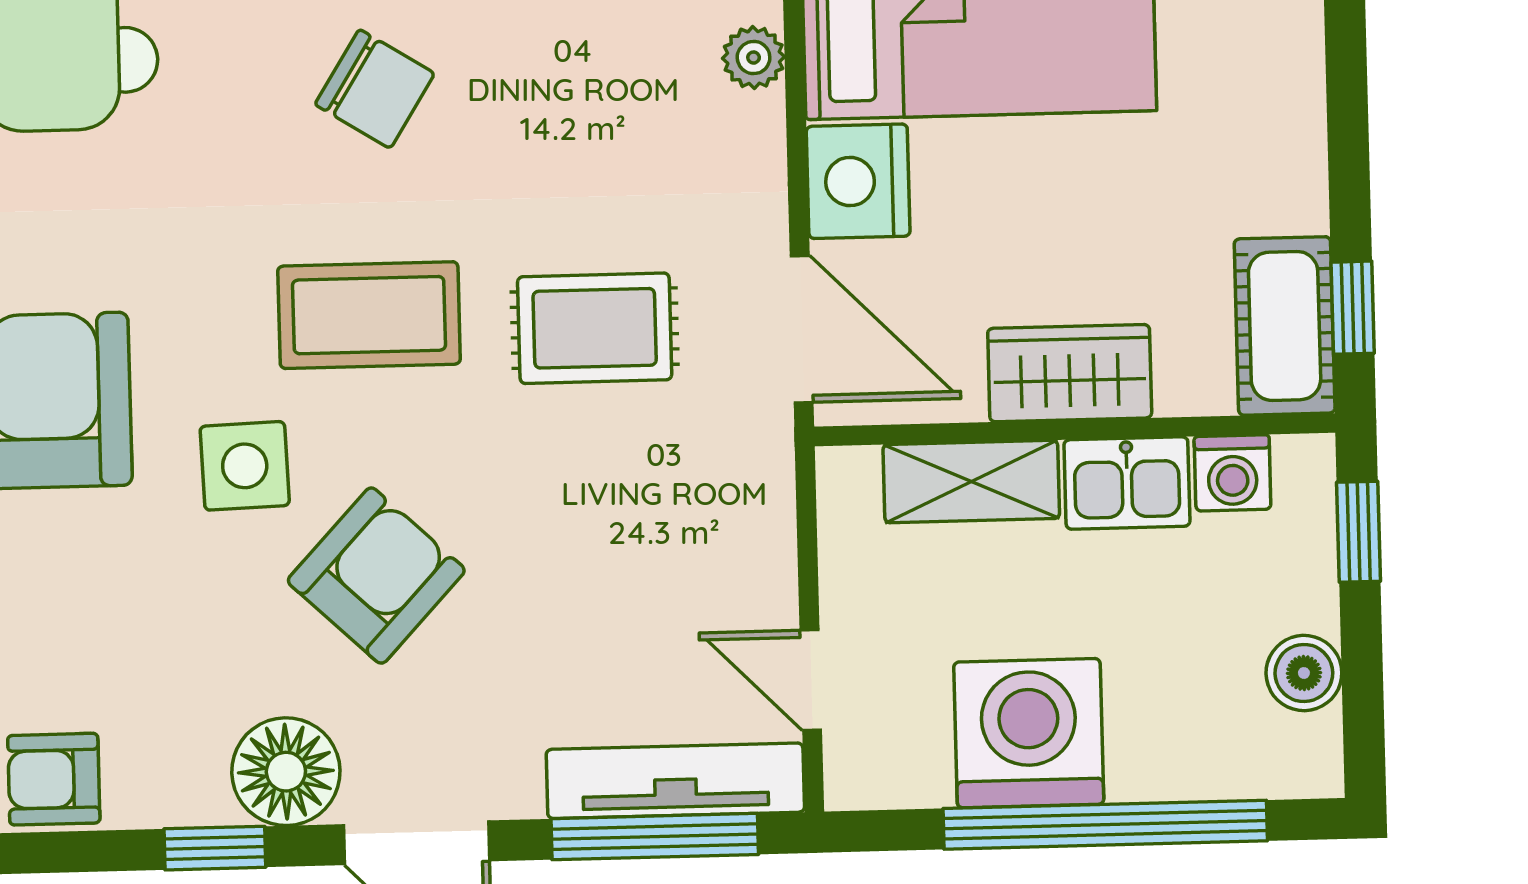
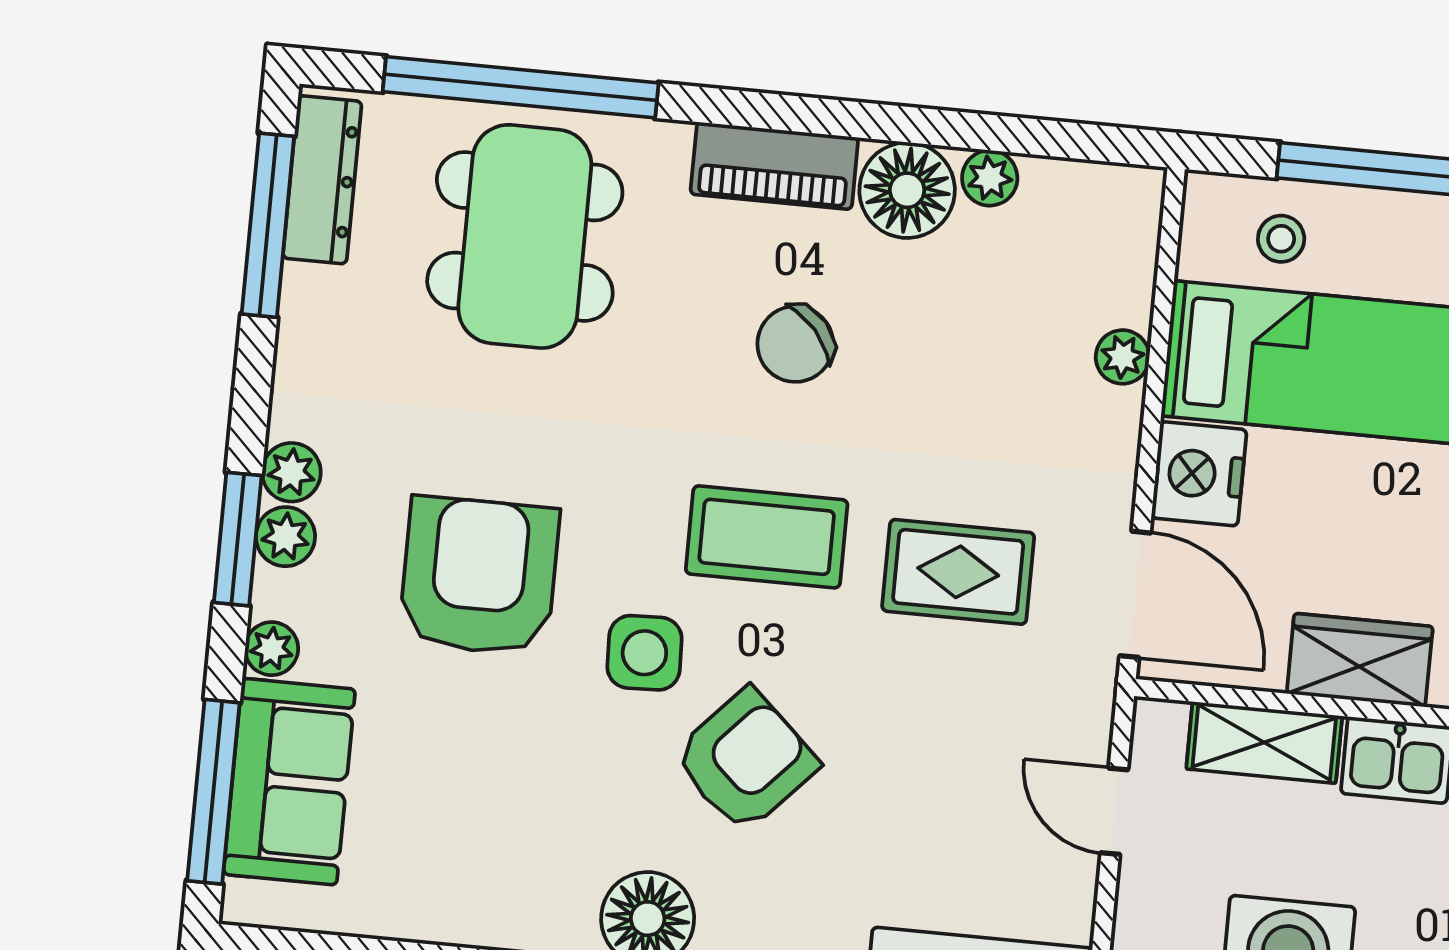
chair: (375, 89) -> (795, 344), turned 107
door: (811, 680) -> (1114, 811), moved
armchair: (54, 779) -> (448, 901), removed

